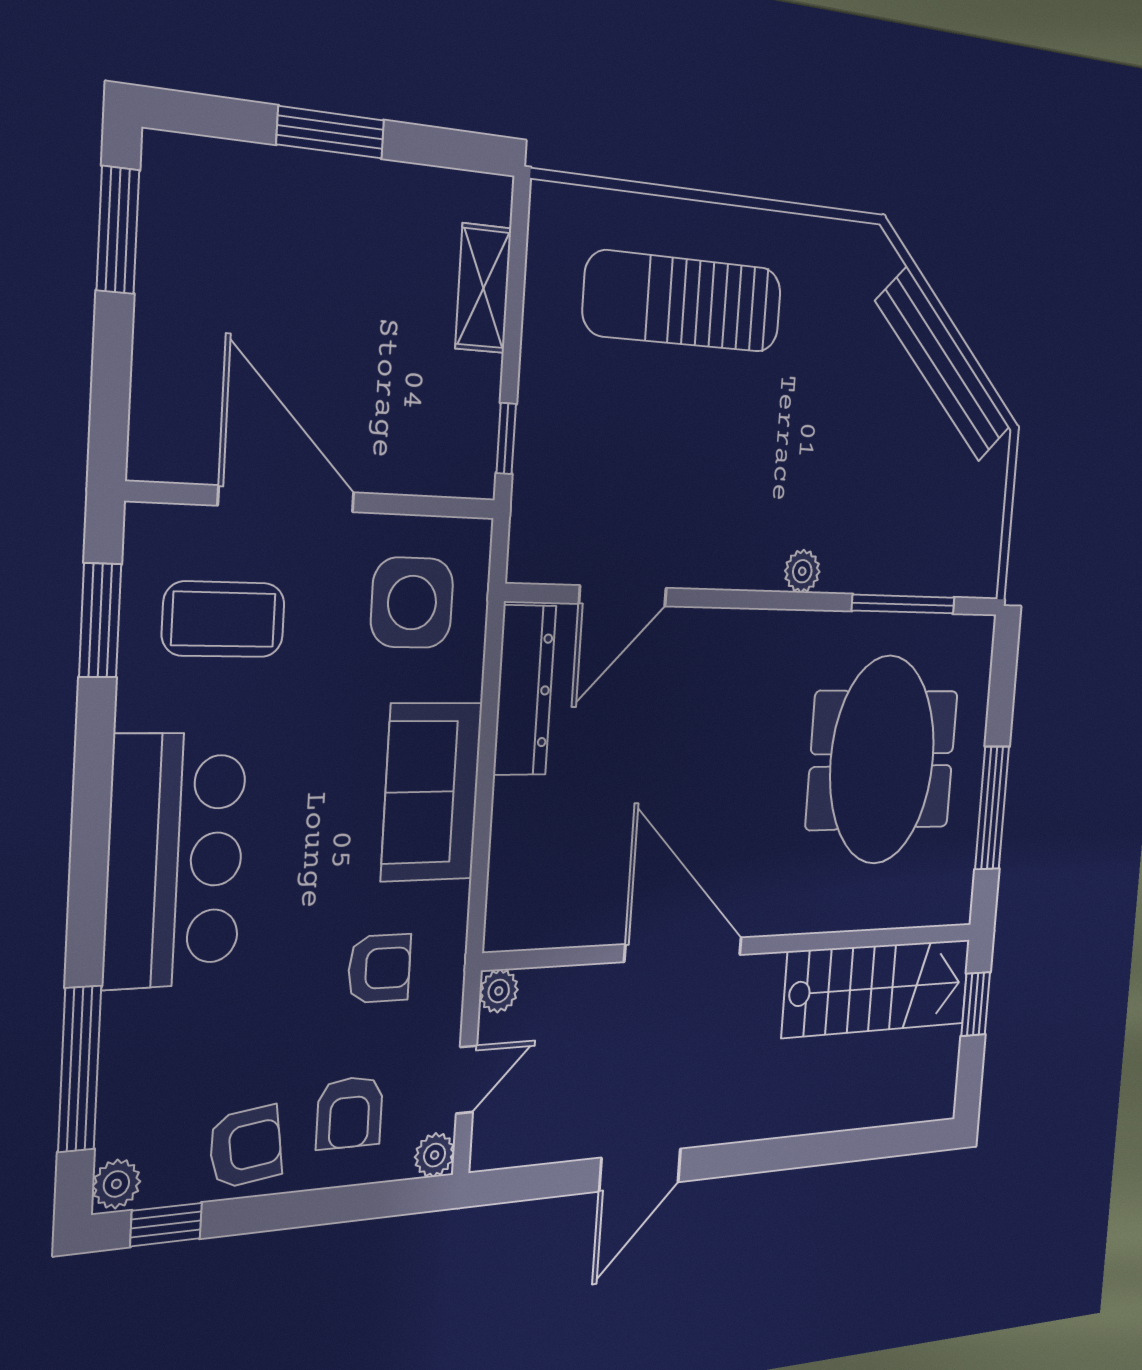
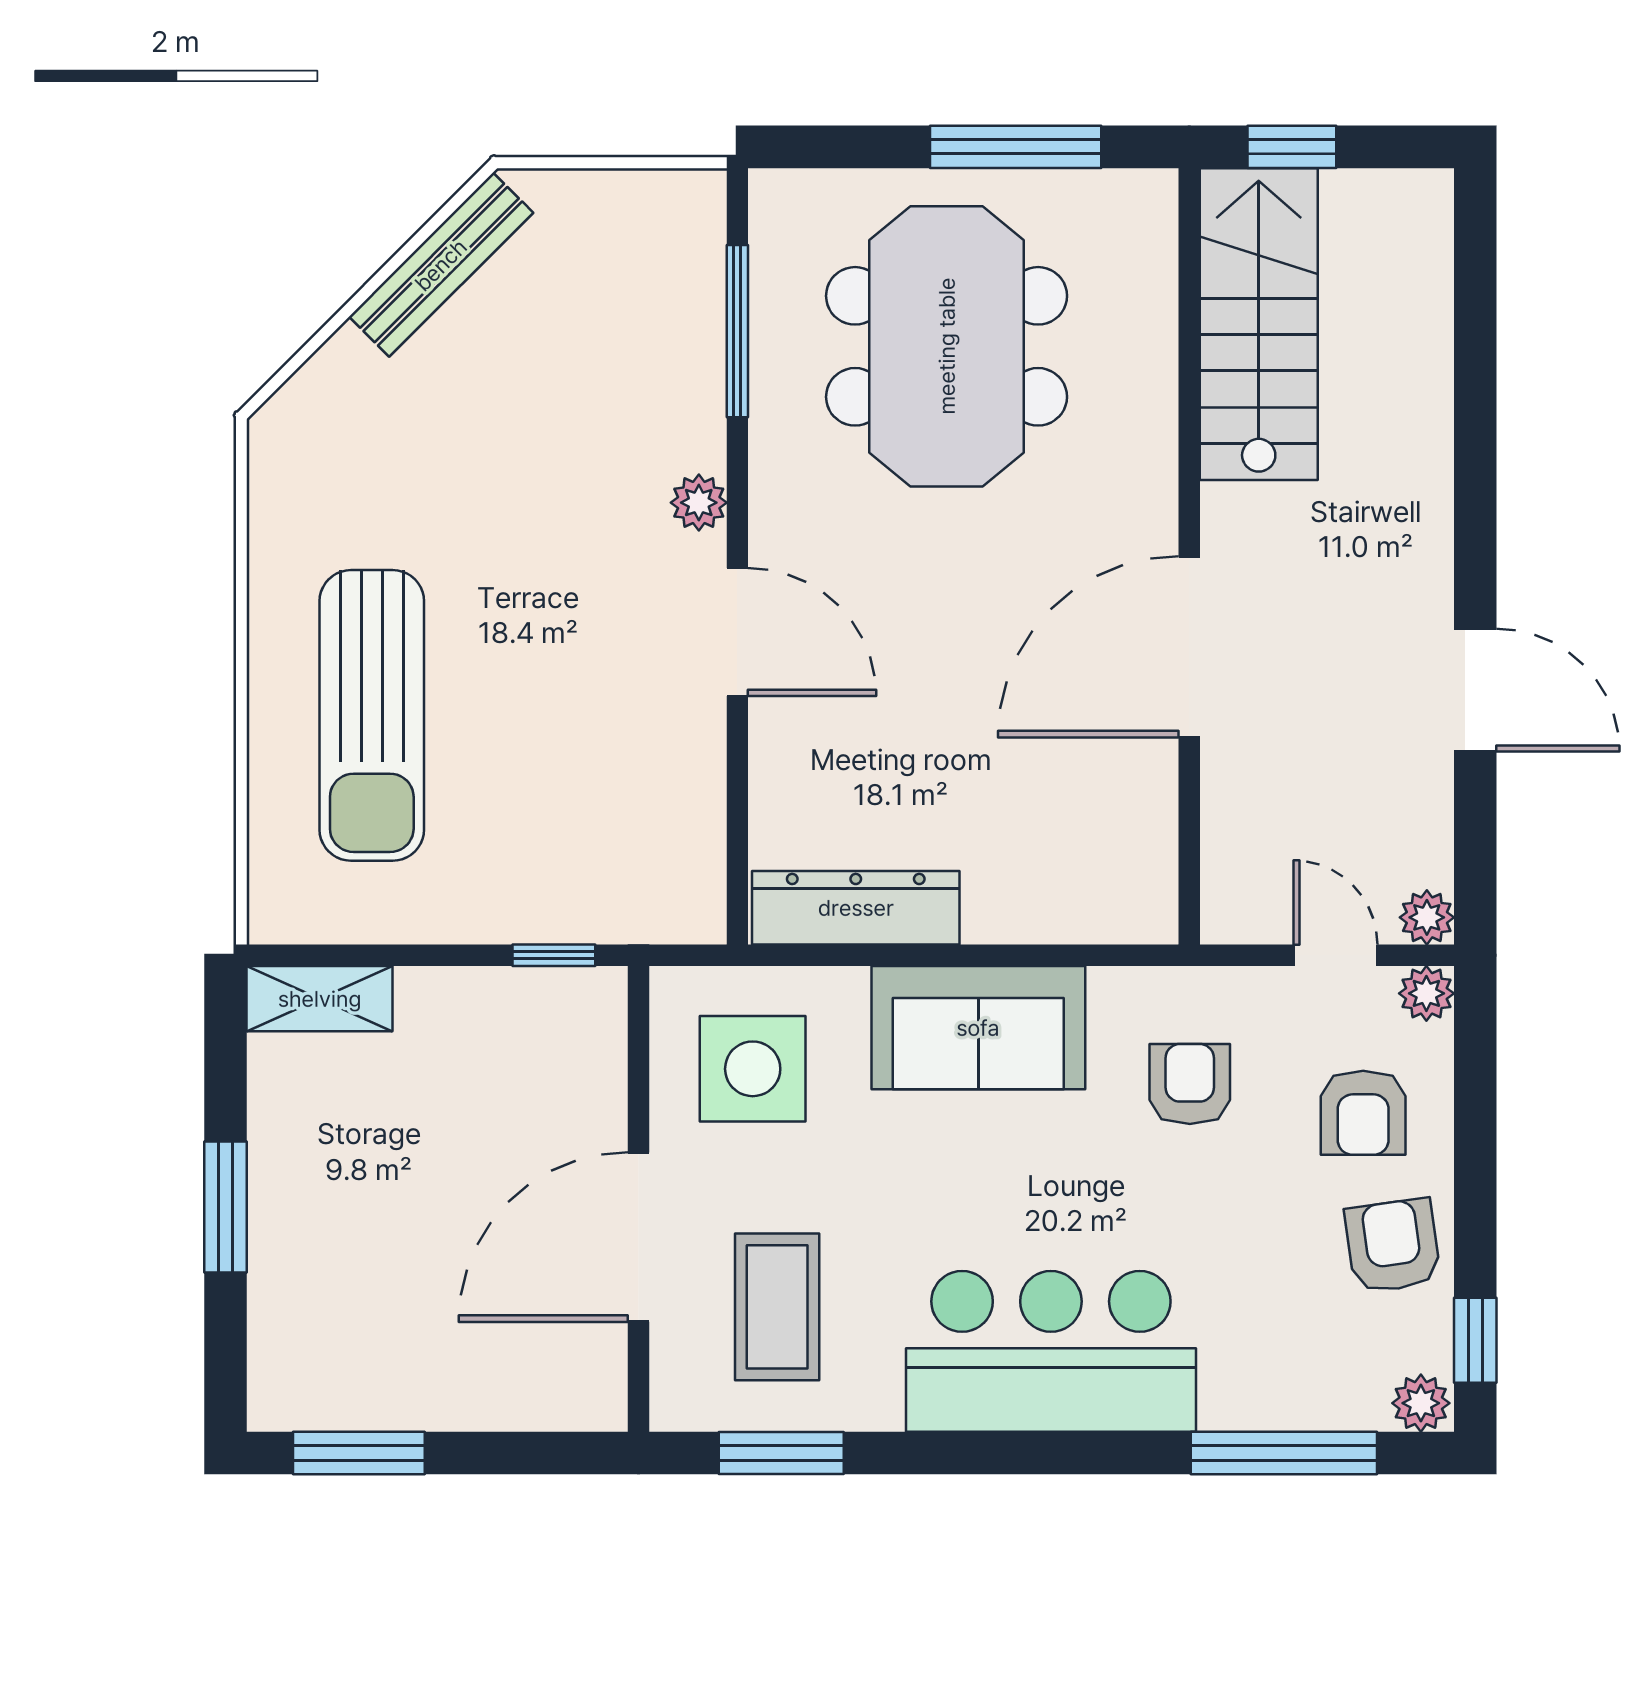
shelving: (483, 288) -> (320, 999), moved
bench: (943, 365) -> (441, 265), width x0.73, depth x0.82
door: (623, 596) -> (737, 632), moved
meeting table: (882, 760) -> (947, 346), turned 90
plant: (499, 991) -> (1427, 917), moved
armchair: (350, 1113) -> (1363, 1113), turned 90

